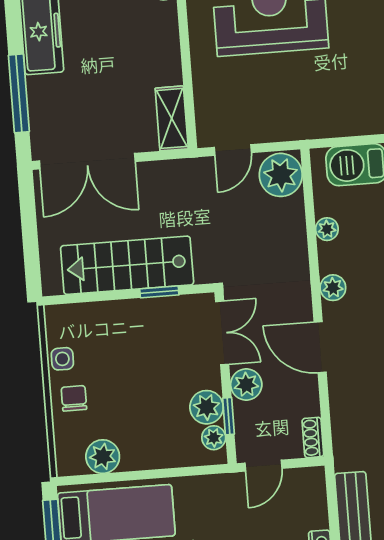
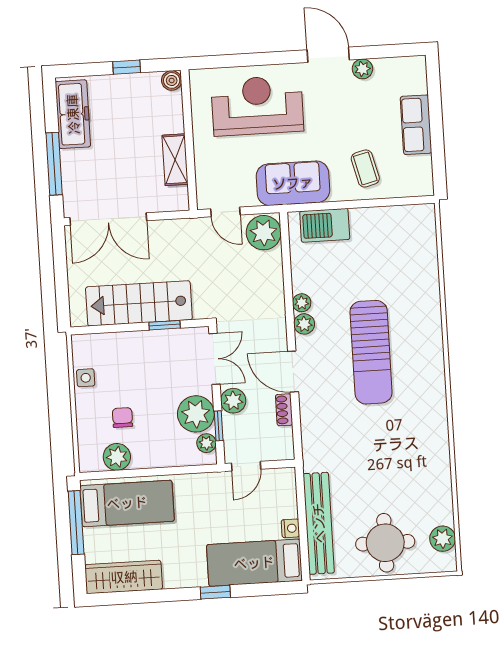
sofa: (316, 113) -> (293, 183), added
shelving: (172, 118) -> (175, 160), moved
door: (233, 150) -> (225, 212), hinge flipped
plant: (327, 229) -> (302, 303), moved
chair: (74, 398) -> (122, 417), moved
plant: (207, 407) -> (196, 414), width x1.36, depth x1.36
shoe rack: (313, 438) -> (284, 410), moved

